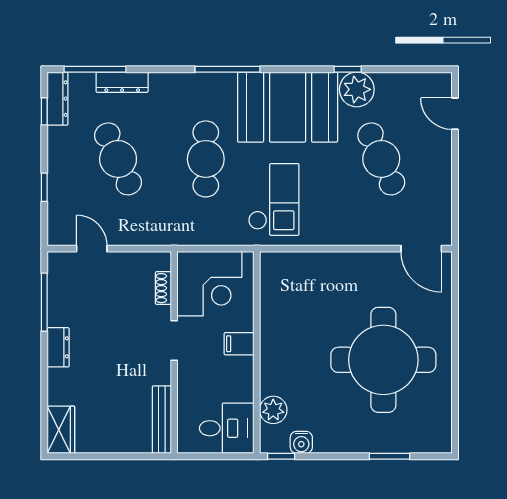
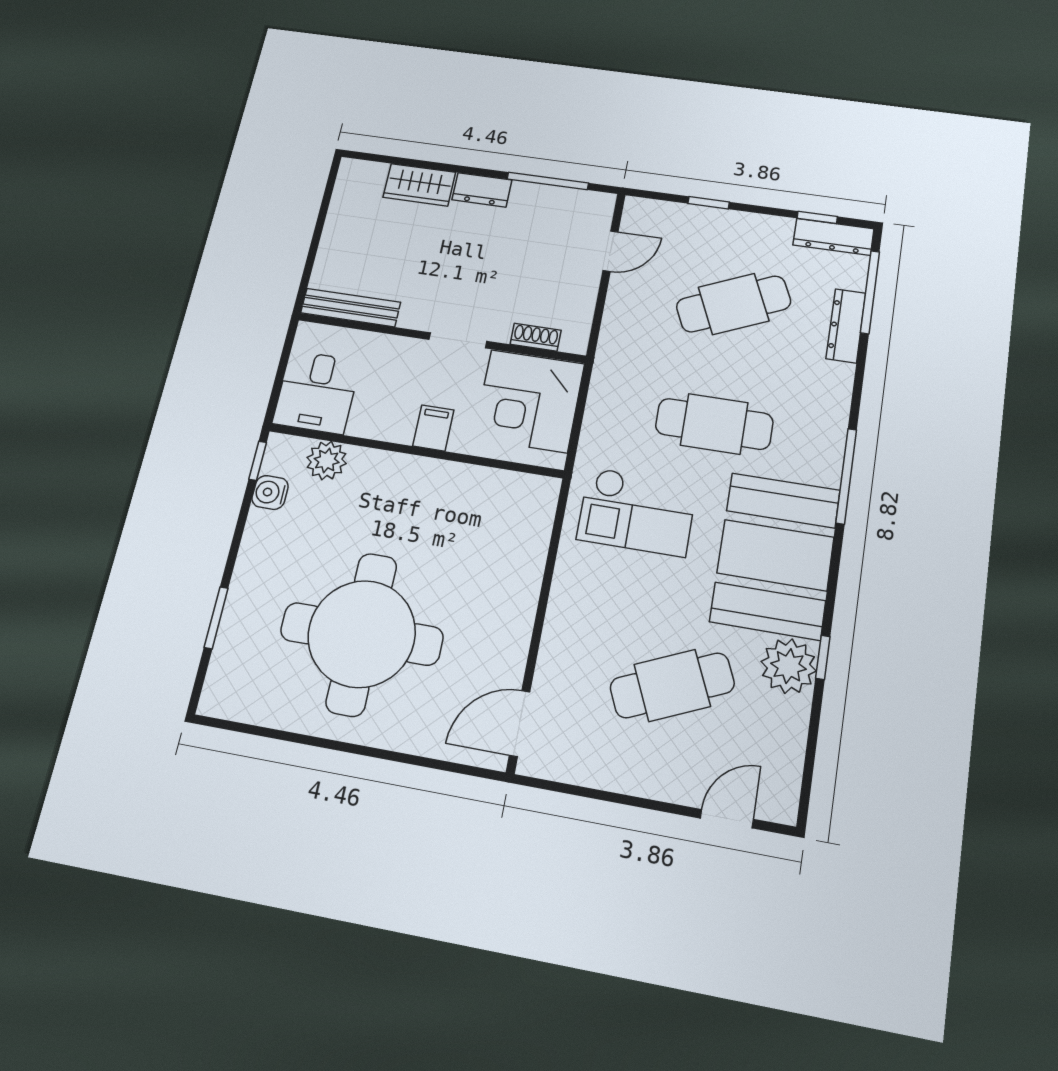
wardrobe: (61, 430) -> (419, 185), moved

